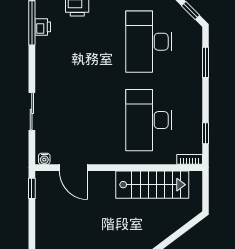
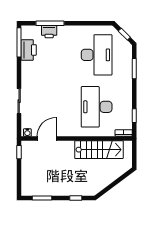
printer: (43, 27) -> (29, 50), width x1.87, depth x1.48
desk: (149, 42) -> (97, 55), turned 180
door: (73, 168) -> (47, 138), swing flipped

